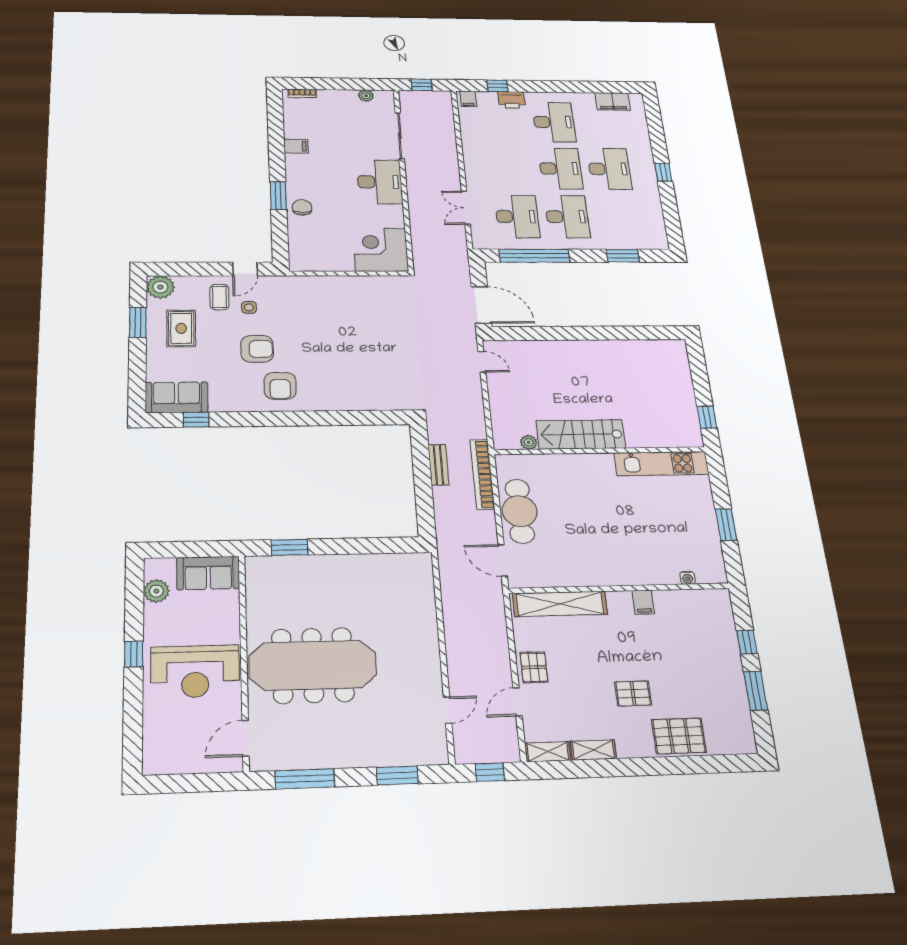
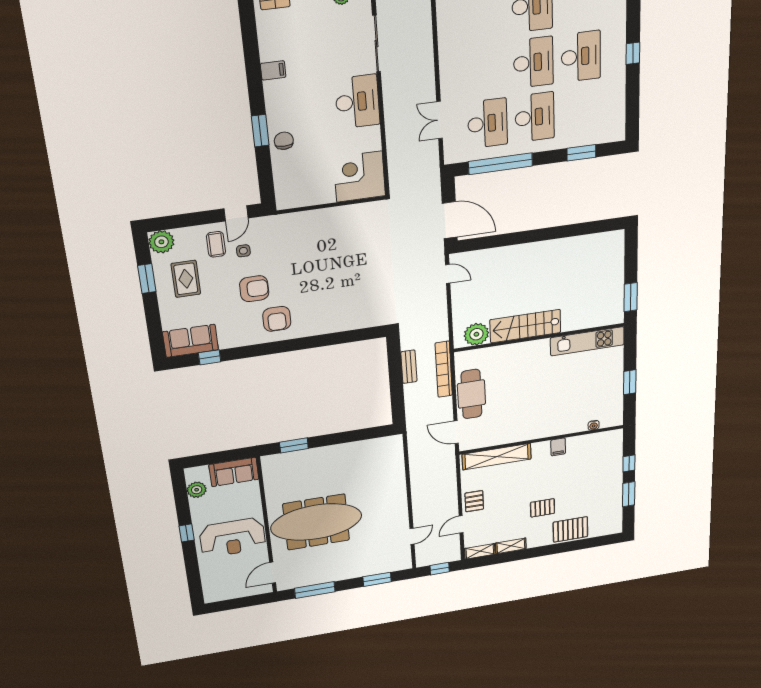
window: (707, 417) -> (631, 297), width x1.50
plant: (529, 442) -> (476, 334), width x1.88, depth x1.88

